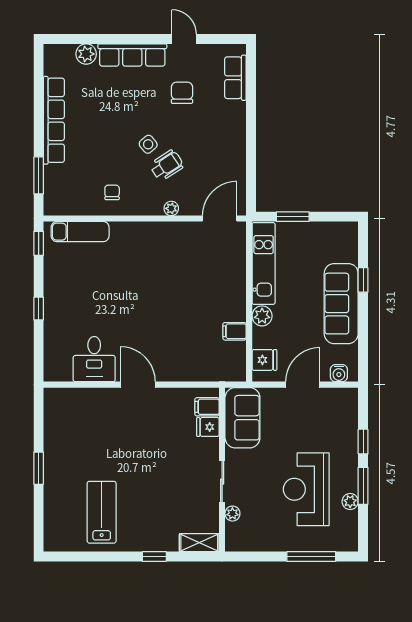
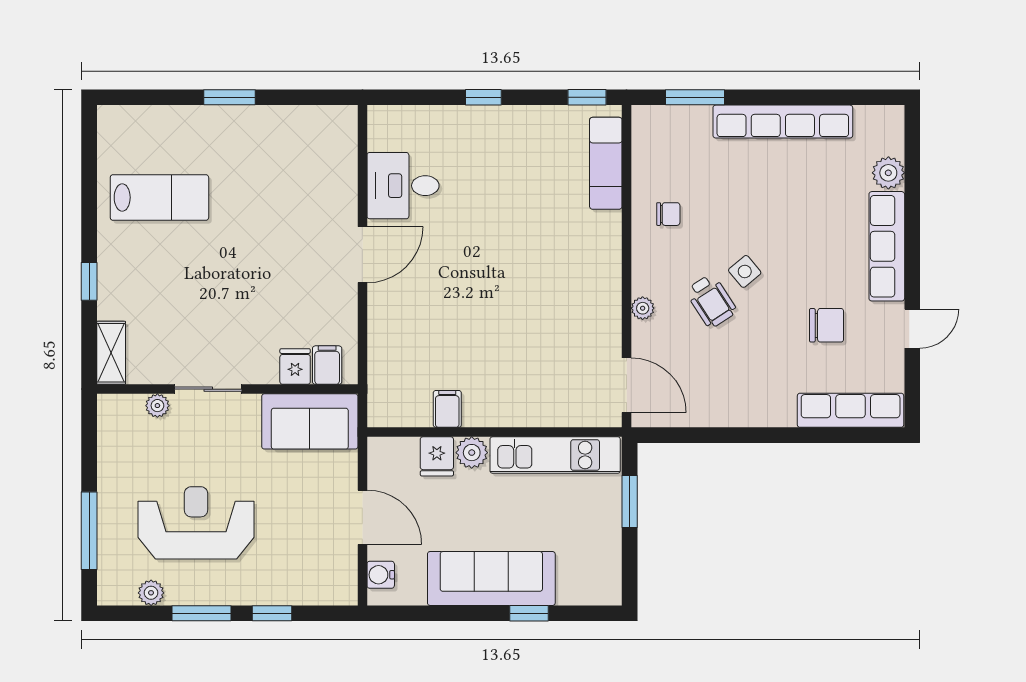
row of seats: (235, 78) -> (851, 410), width x1.48
fridge: (264, 360) -> (437, 456), moved
plant: (350, 501) -> (151, 593), moved

